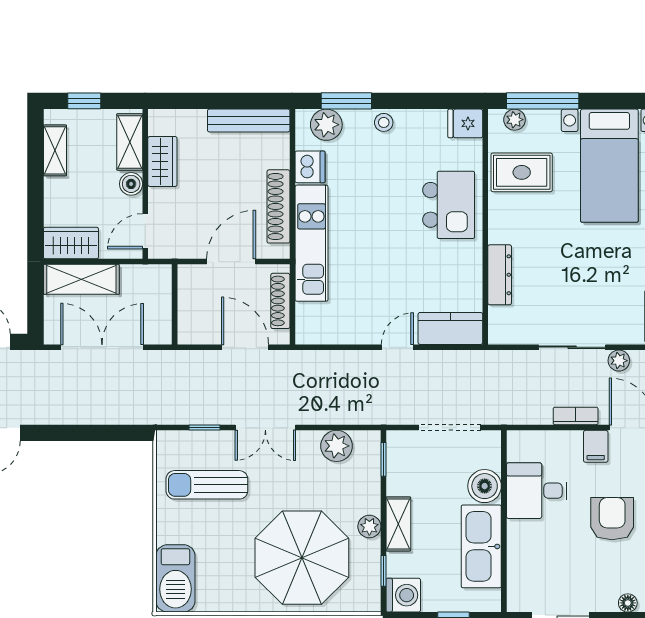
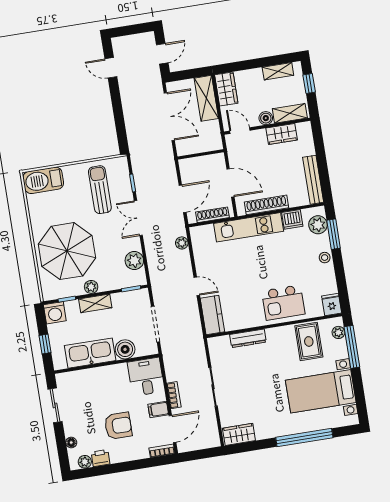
plant: (619, 361) -> (182, 243), moved
desk: (537, 491) -> (146, 377), moved

